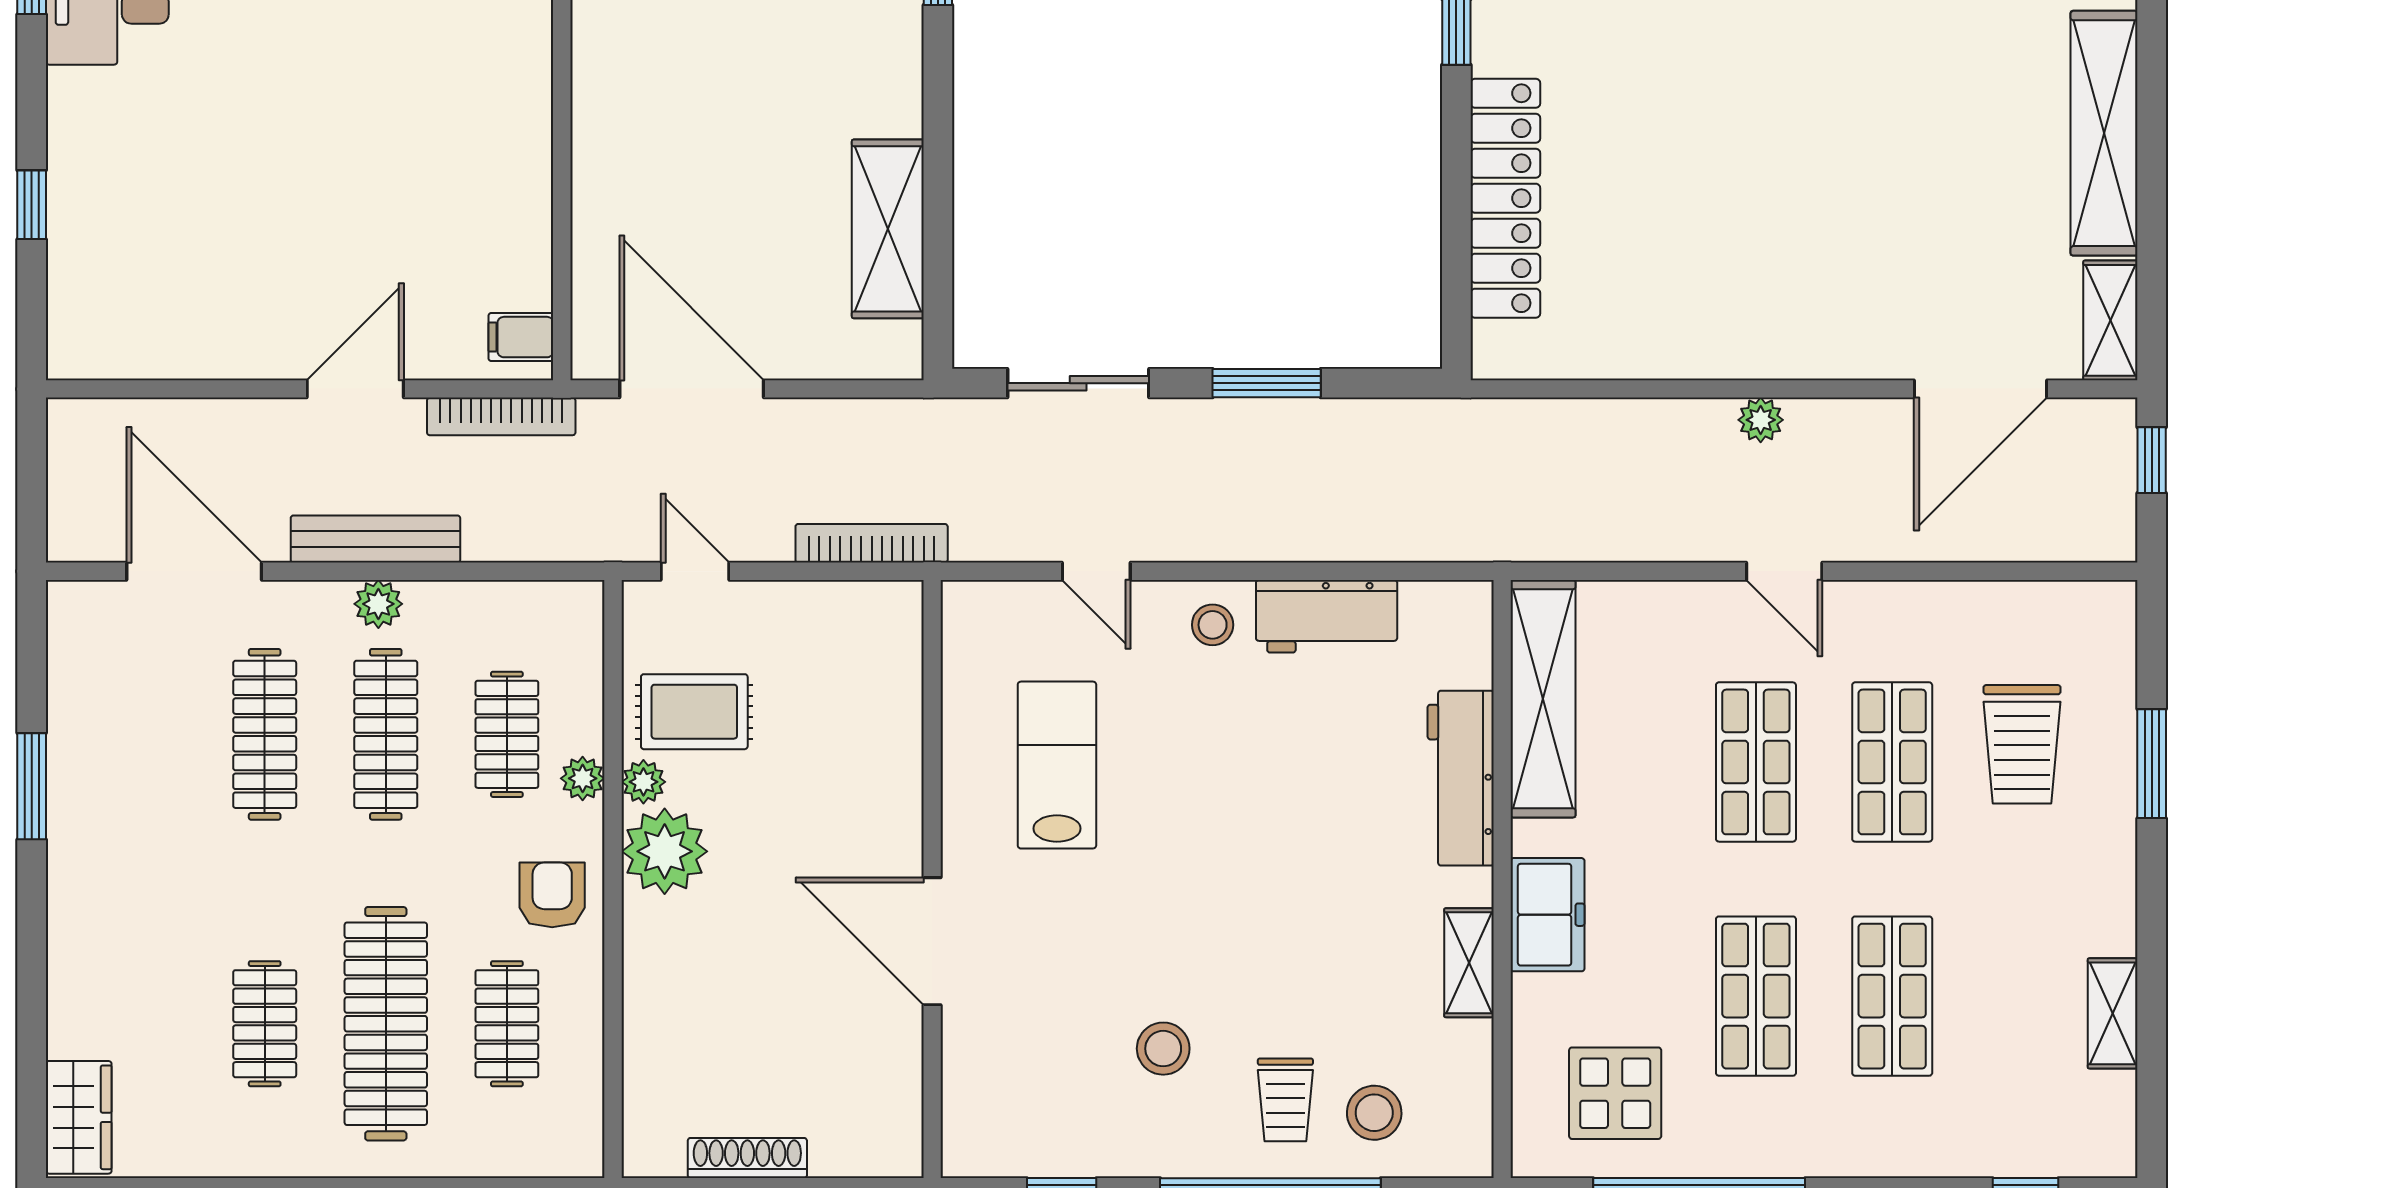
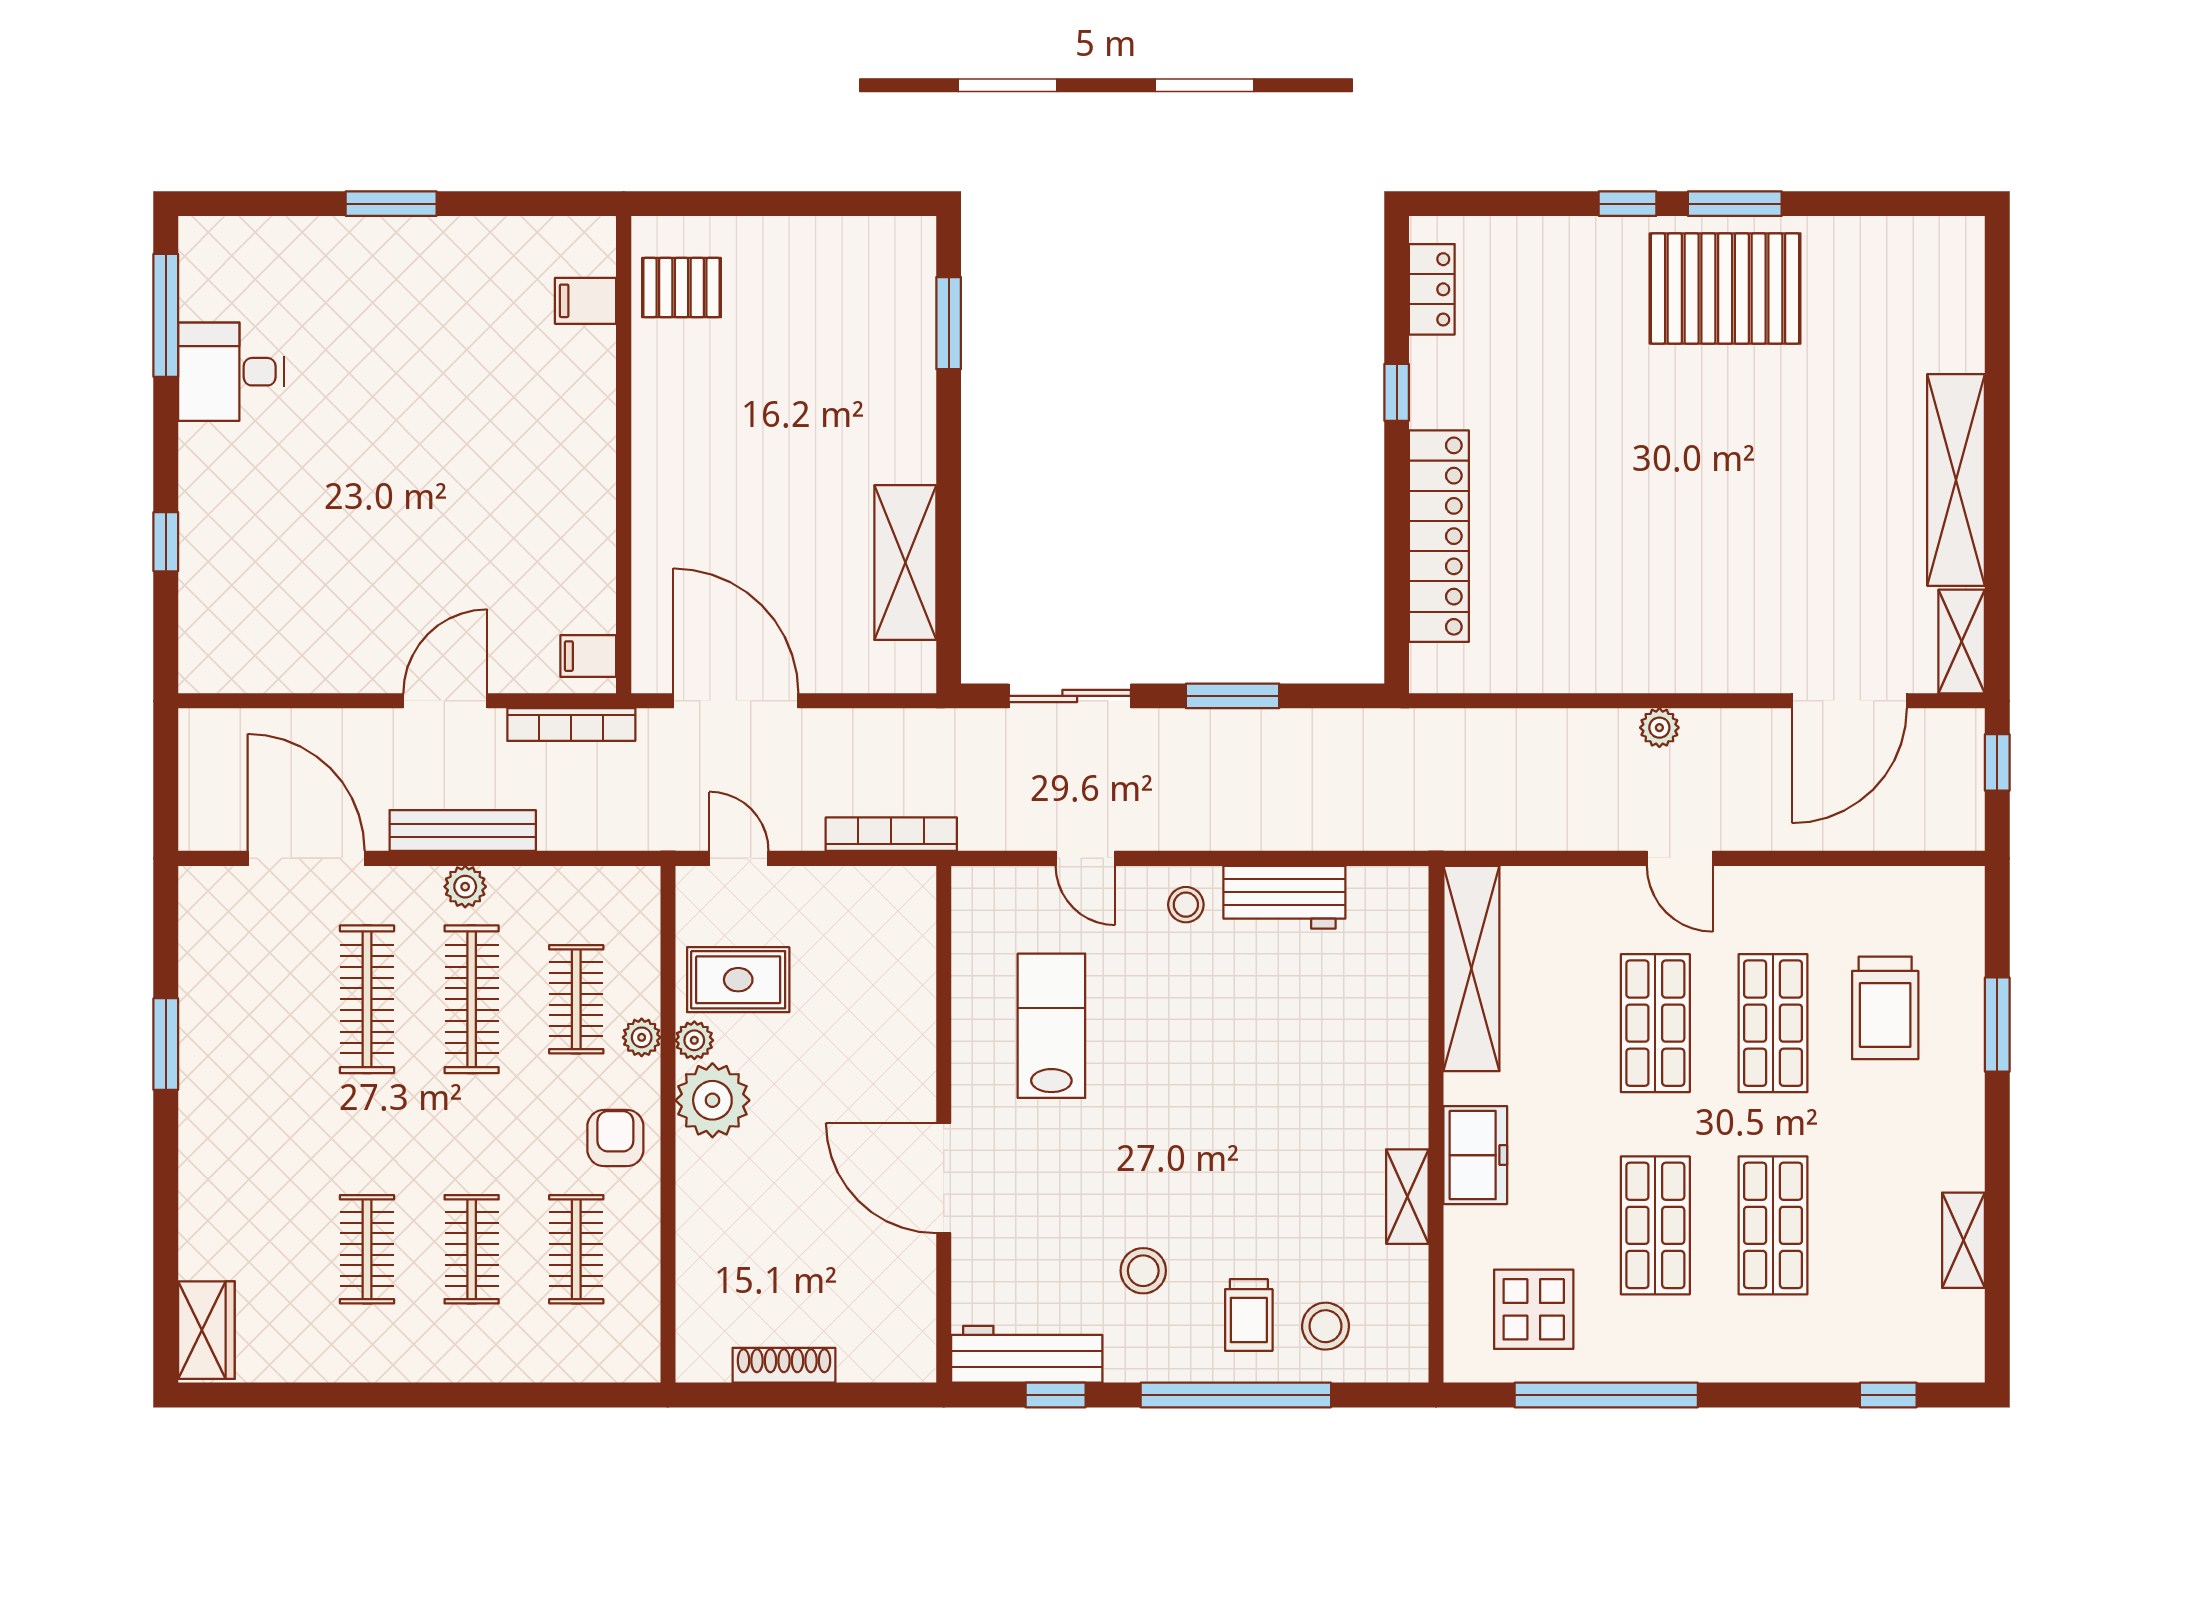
workbench: (1461, 778) -> (1027, 1354), moved, turned 90
clothes rail: (386, 1024) -> (472, 1249), width x0.54, depth x0.76

